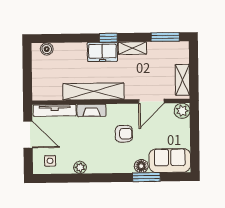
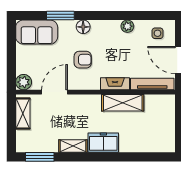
window: (108, 38) -> (97, 157), removed
boiler: (47, 49) -> (160, 146), removed
shelving: (93, 91) -> (123, 103), width x0.68
armchair: (124, 134) -> (83, 60), turned 180
floor lamp: (141, 166) -> (83, 27), moved

